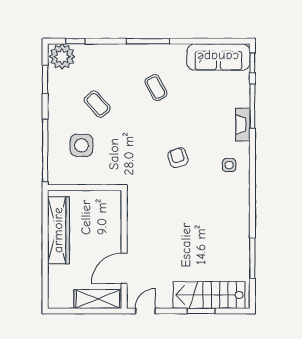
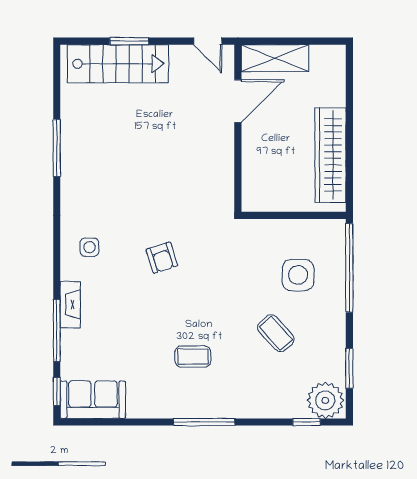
sofa: (218, 57) -> (93, 400), width x0.73
coffee table: (156, 88) -> (193, 357), turned -62
window: (252, 258) -> (57, 148), moved
door: (145, 311) -> (208, 41), hinge flipped

